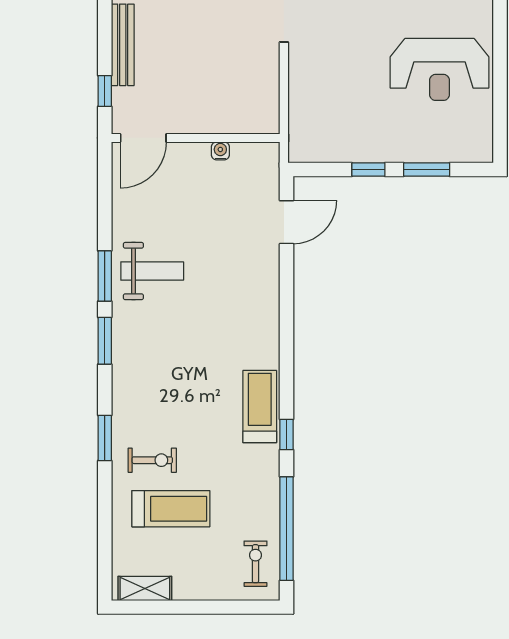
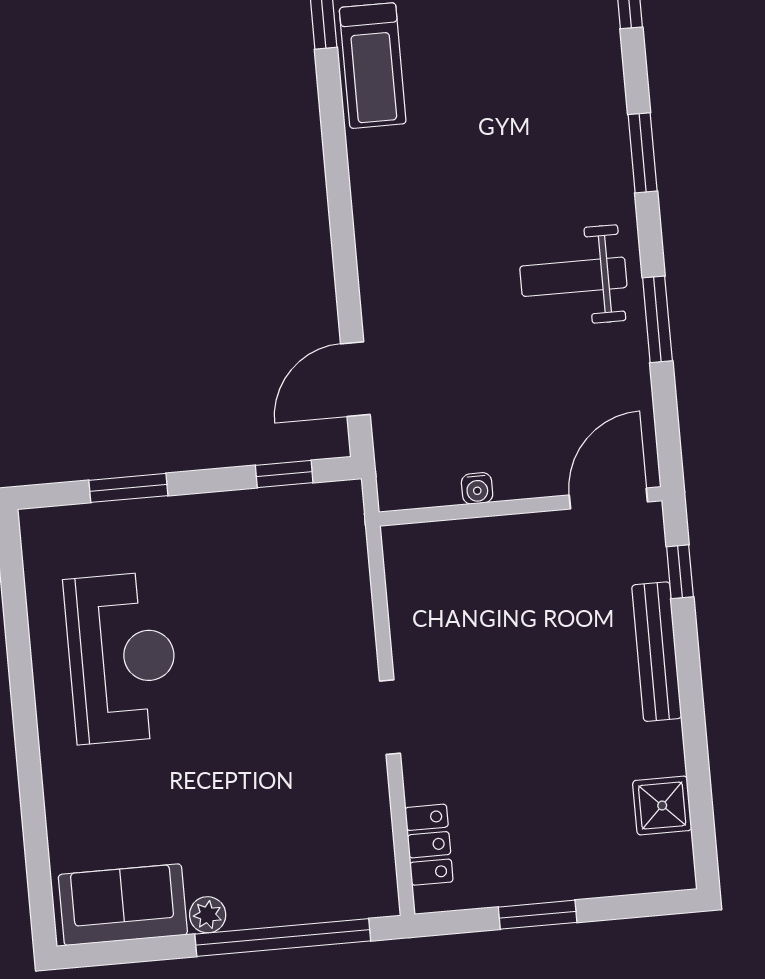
reception desk: (439, 69) -> (122, 658), turned 90
window: (368, 170) -> (284, 474), moved
window: (105, 276) -> (657, 319), moved

